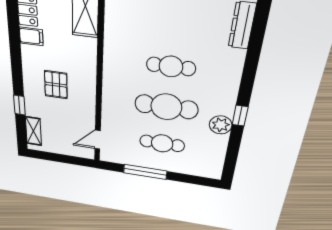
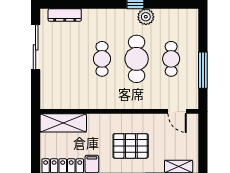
pallet: (56, 85) -> (131, 146), width x1.50, depth x1.42

